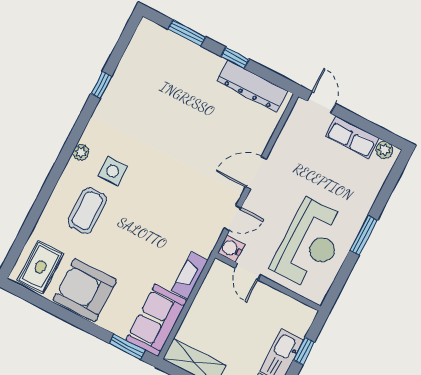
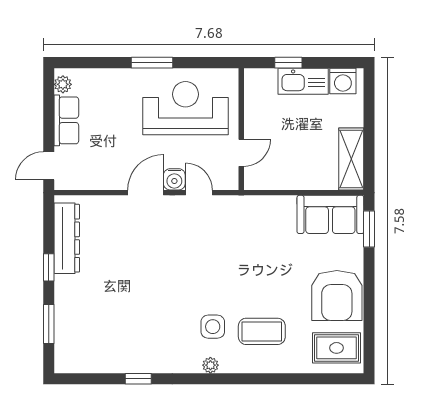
door: (256, 173) -> (146, 193), swing flipped
water cooler: (231, 249) -> (174, 179), moved
fireplace: (190, 275) -> (273, 205), removed

